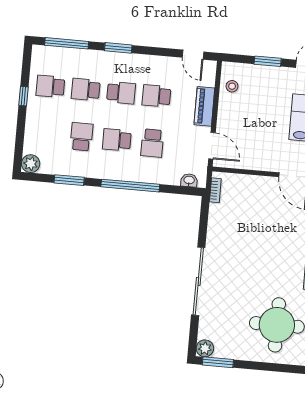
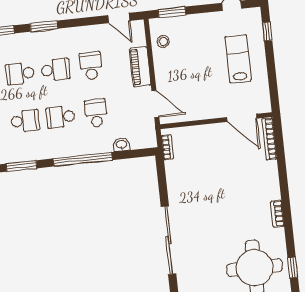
window: (268, 61) -> (172, 12), moved
school desk: (156, 96) -> (91, 66), turned 90
school desk: (82, 137) -> (25, 121), turned 90
school desk: (152, 143) -> (96, 113), turned 180
washbasin: (189, 180) -> (122, 145), moved

